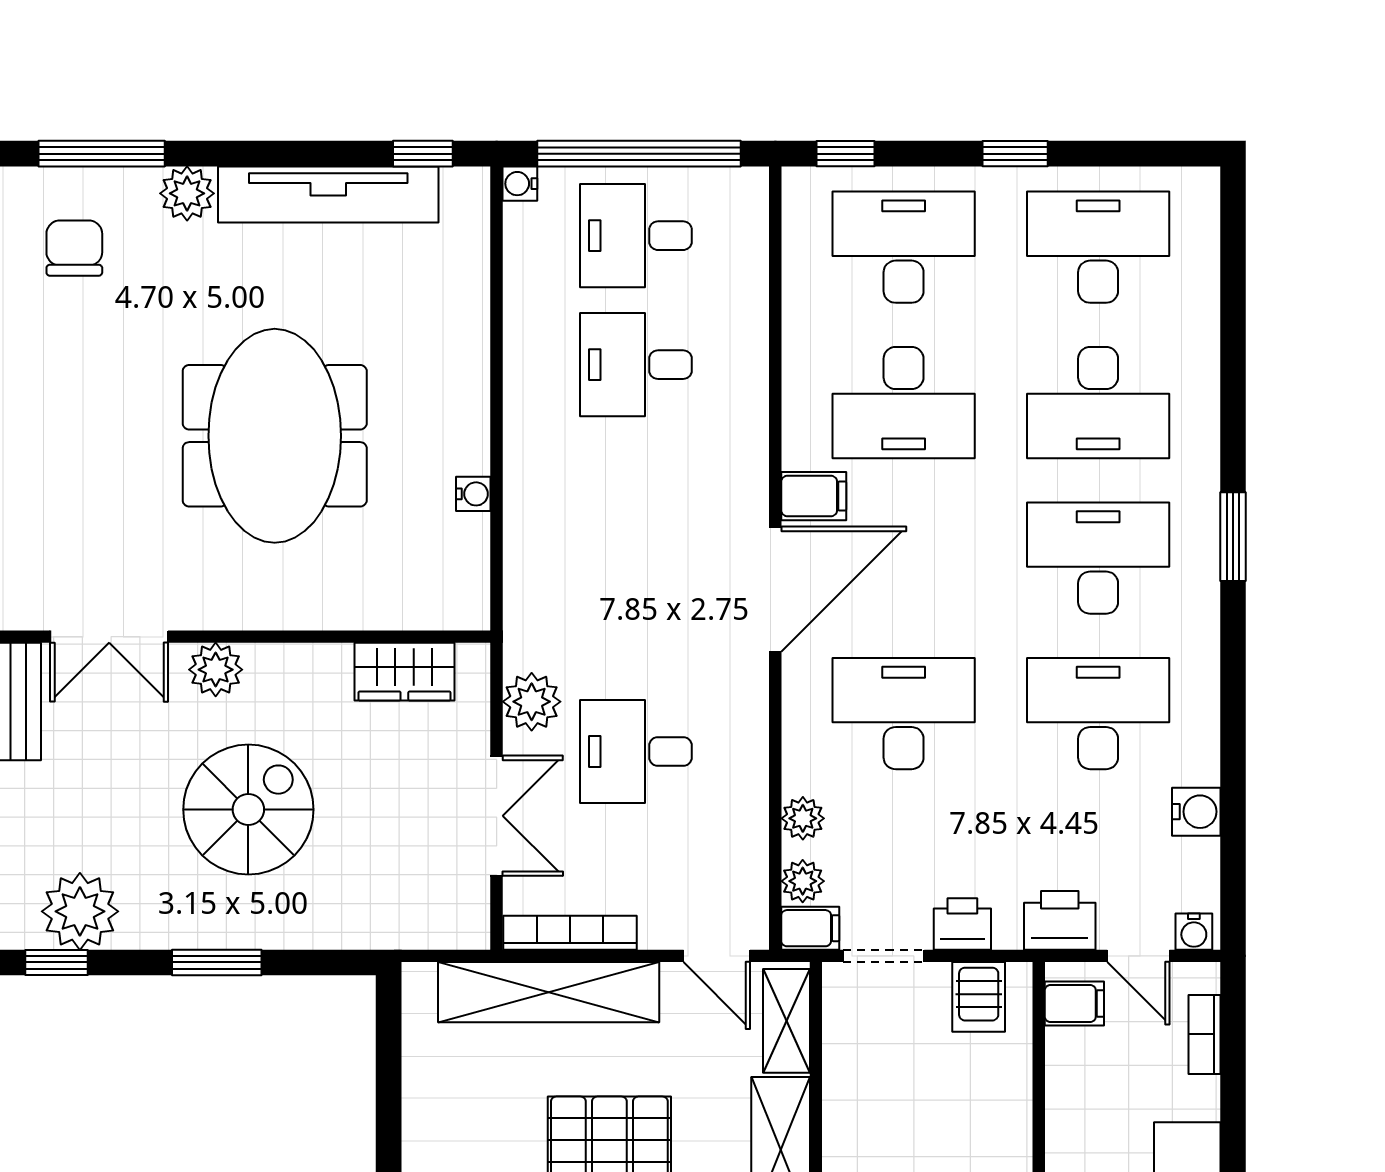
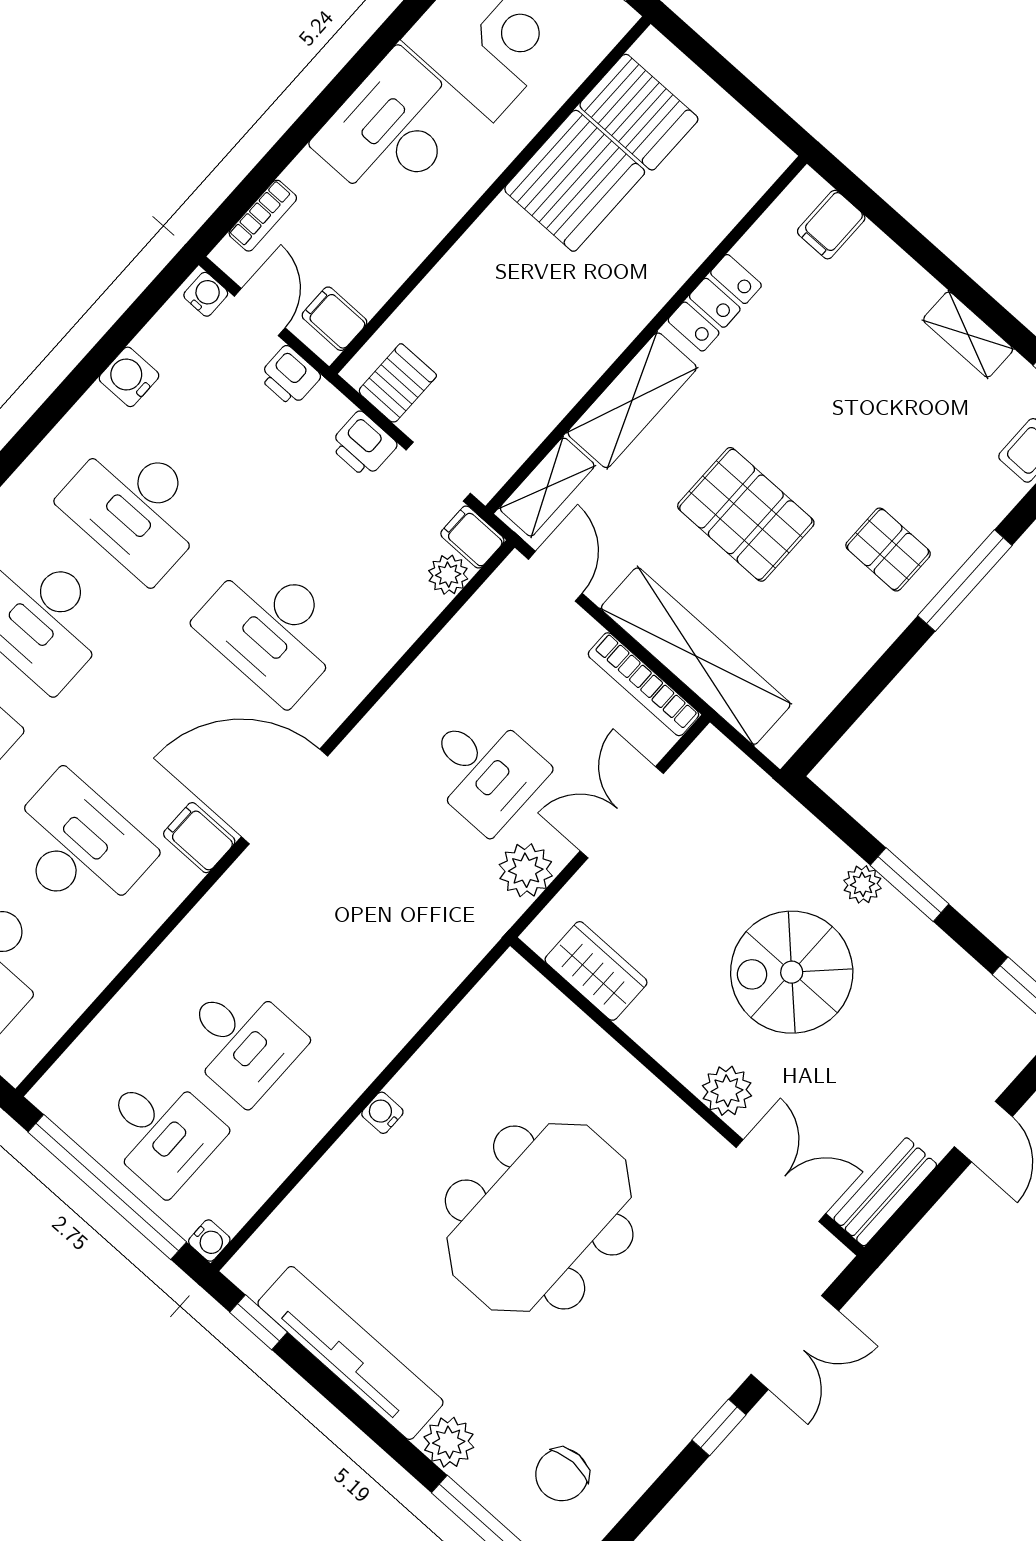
water cooler: (473, 494) -> (382, 1113), moved
plant: (803, 818) -> (409, 619), removed
plant: (80, 911) -> (863, 884), moved, width x0.53, depth x0.53
printer: (1060, 920) -> (290, 376), width x0.73, depth x0.81

